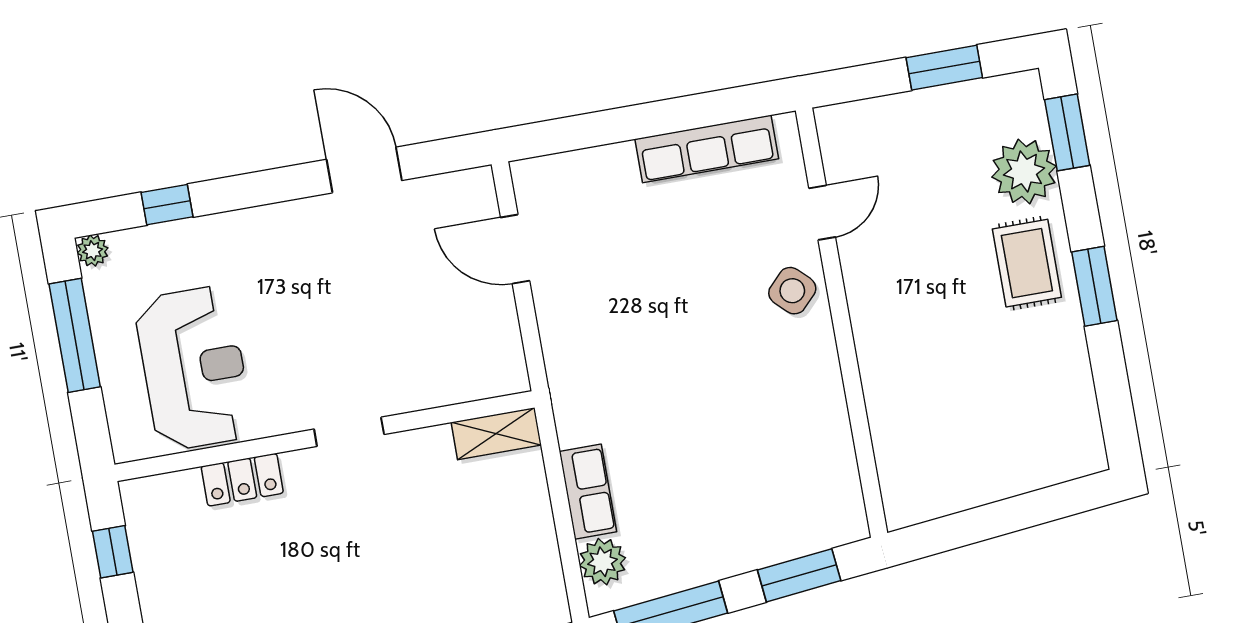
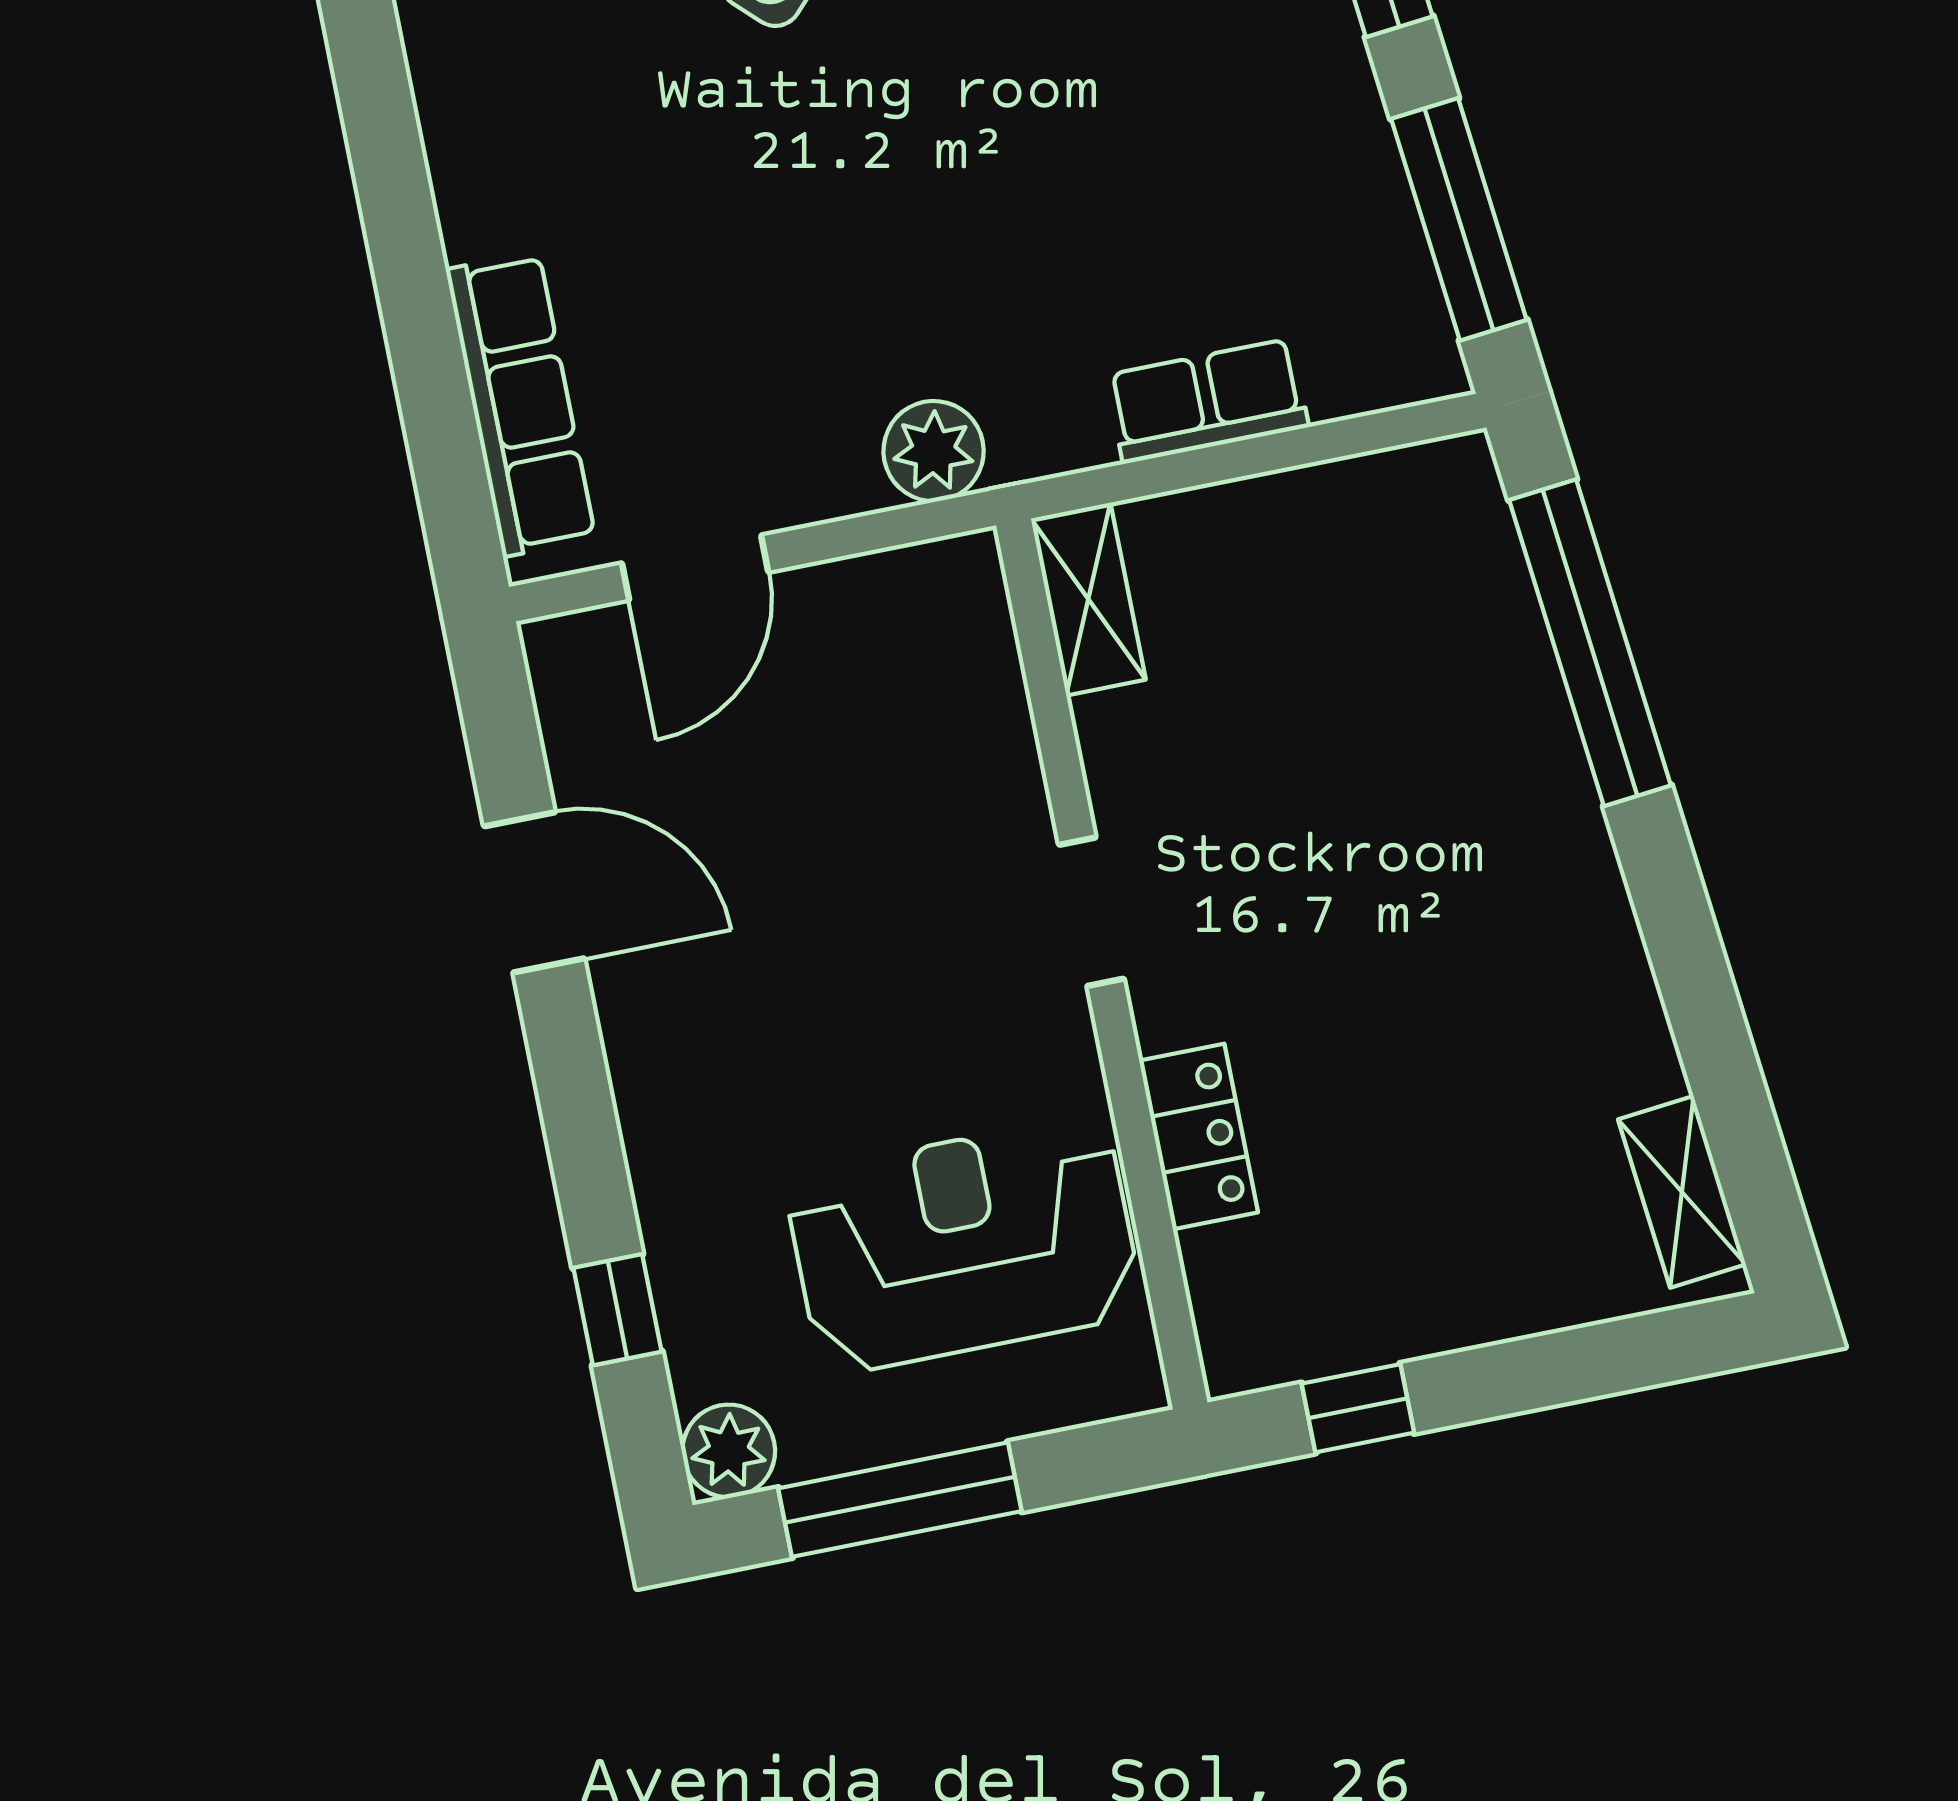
row of seats: (707, 149) -> (521, 404), moved
door: (364, 170) -> (534, 892), swing flipped
plant: (93, 251) -> (729, 1451), width x1.38, depth x1.38
plant: (603, 562) -> (934, 451), moved

